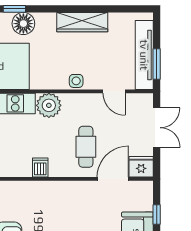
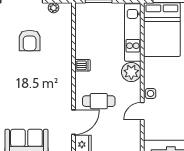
door: (114, 91) -> (142, 111), moved
door: (113, 179) -> (74, 122), hinge flipped

